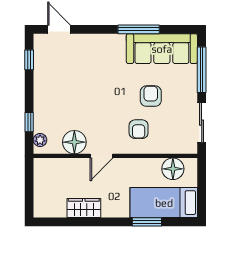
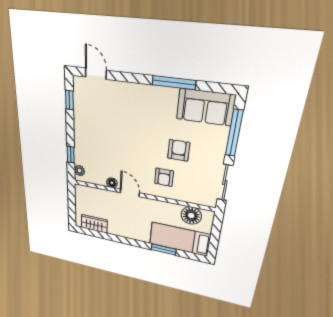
sofa: (162, 49) -> (205, 107), width x0.73
floor lamp: (74, 142) -> (112, 183), width x0.53, depth x0.53
door: (102, 156) -> (130, 193), swing flipped
wardrobe: (84, 208) -> (94, 224), moved

